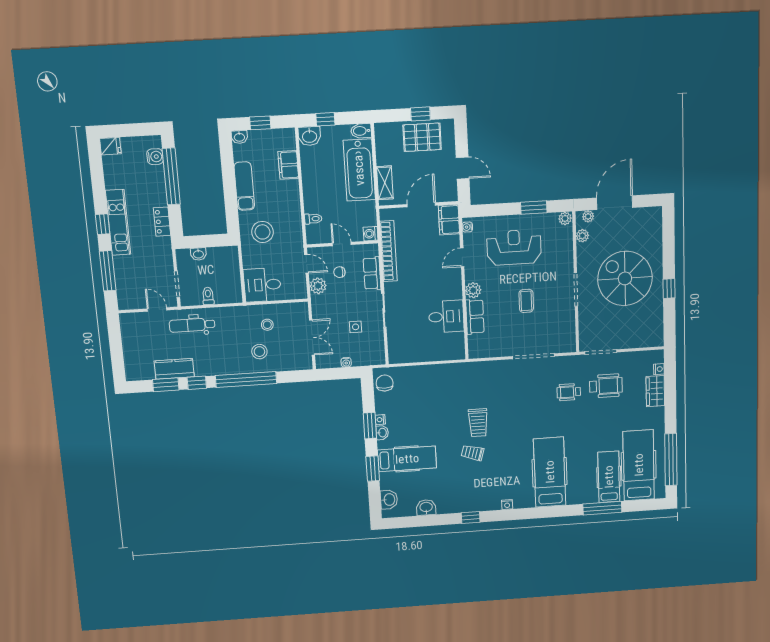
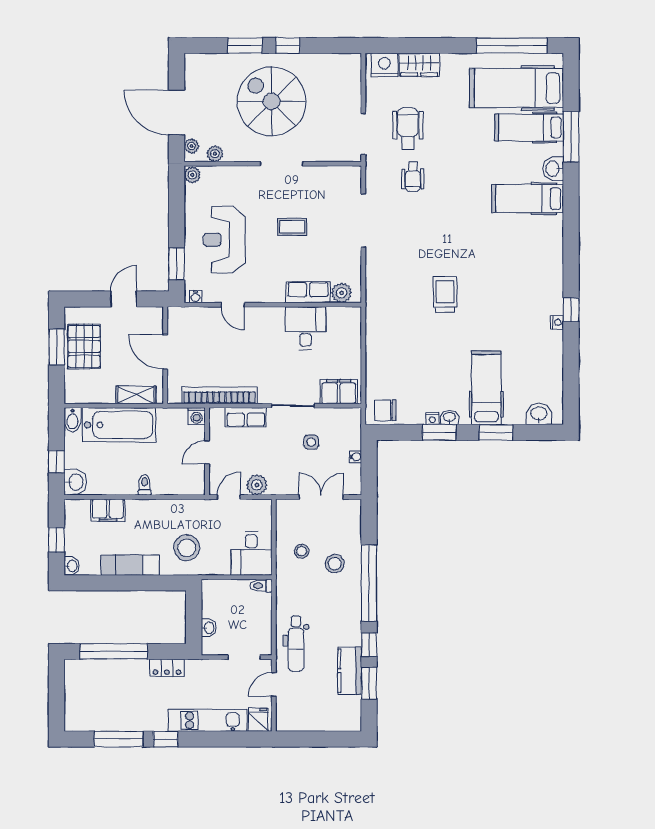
window: (420, 114) -> (57, 347), width x1.50
fridge: (110, 146) -> (258, 720), moved
water cooler: (155, 157) -> (89, 668), removed
window: (534, 208) -> (177, 264), moved
toilet: (313, 219) -> (145, 485), moved
filing cabinet: (449, 220) -> (339, 392), moved, turned 180
kitchen unit: (118, 222) -> (208, 720), moved
window: (669, 255) -> (245, 46), added
window: (108, 271) -> (119, 739), moved
chair: (339, 272) -> (242, 457), removed
spiral stairs: (625, 278) -> (272, 101), turned 90
plant: (473, 290) -> (342, 293), moved
toilet: (208, 296) -> (261, 586), moved
nightstand: (659, 369) -> (384, 65), width x1.89, depth x1.79
trolley: (478, 423) -> (445, 294), turned -90
trolley: (473, 453) -> (484, 303), removed
hospital bed: (550, 472) -> (528, 199), width x0.73, depth x0.78
nightstand: (507, 505) -> (557, 322), moved
washbasin: (426, 507) -> (553, 169), moved

